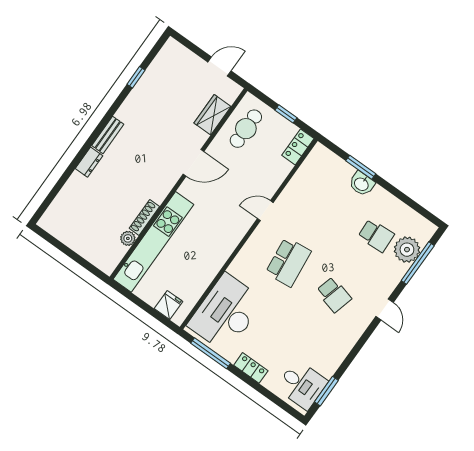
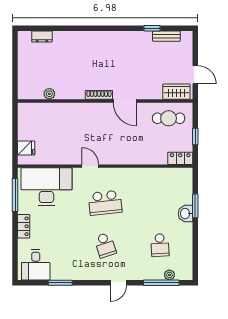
wardrobe: (212, 115) -> (176, 92), moved
bench: (108, 135) -> (166, 36), moved
dresser: (89, 162) -> (42, 37), moved
door: (265, 211) -> (90, 166), moved
shoe rack: (144, 217) -> (99, 95), moved
kitchen unit: (153, 242) -> (58, 111), removed
plant: (407, 250) -> (169, 275), width x0.53, depth x0.53
school desk: (334, 295) -> (105, 245), turned -33
window: (326, 391) -> (60, 283), moved

